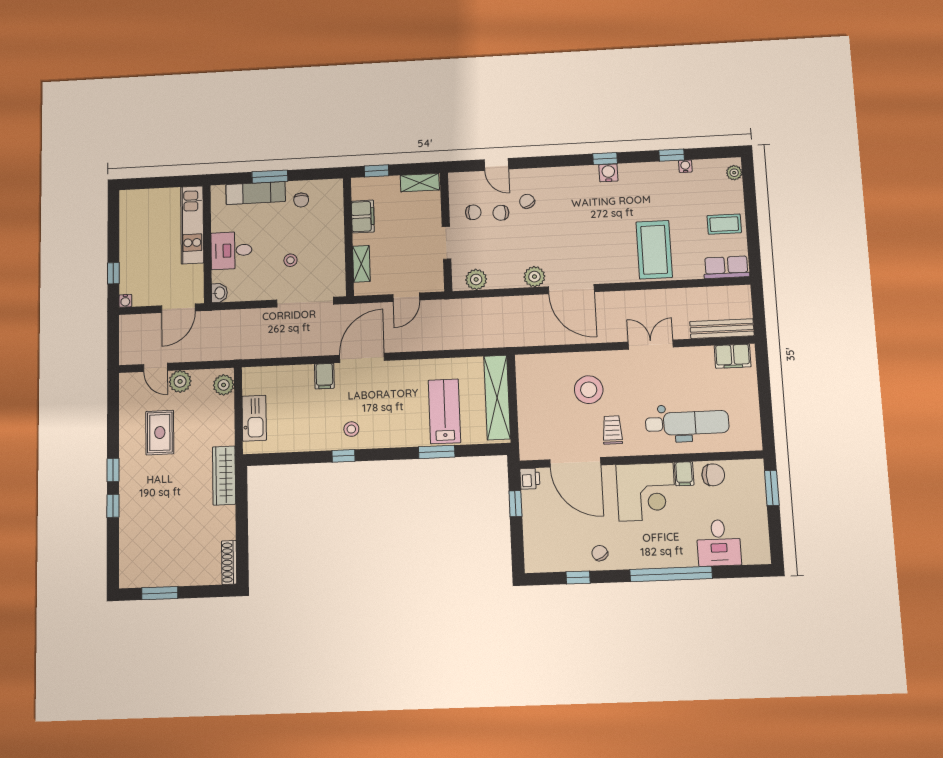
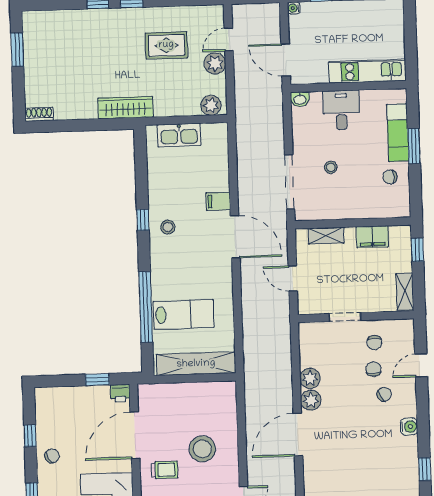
water cooler: (608, 173) -> (409, 427), moved
plant: (476, 279) -> (310, 378), moved
window: (437, 452) -> (146, 307), width x2.11
shoe rack: (229, 562) -> (39, 114), width x0.70

